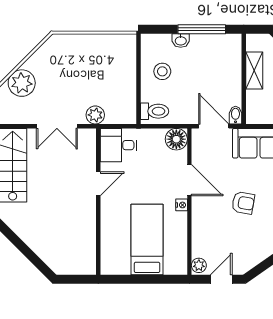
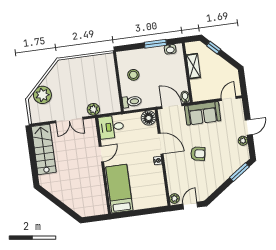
window: (202, 29) -> (155, 44), width x0.69
washbasin: (181, 40) -> (170, 49), moved
bed: (147, 239) -> (119, 189), moved

